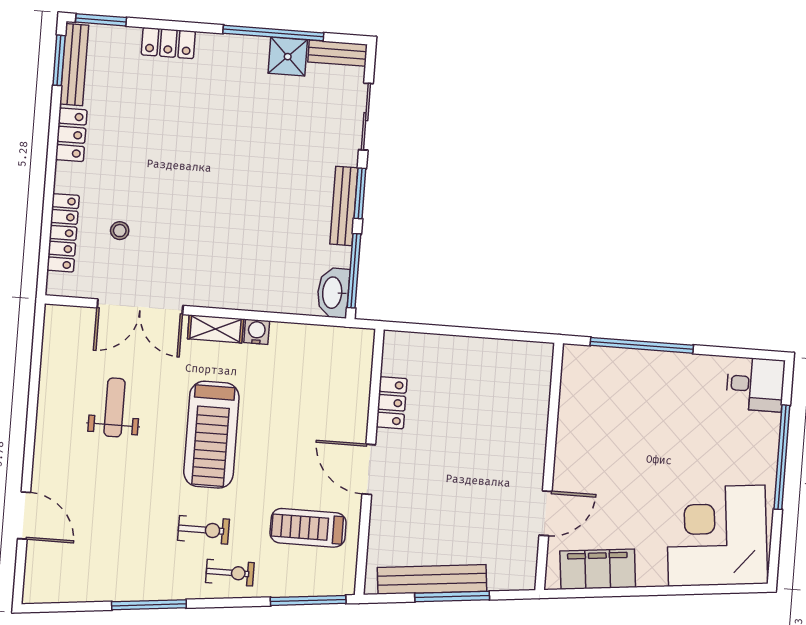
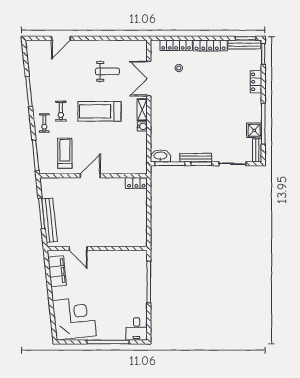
locker: (71, 135) -> (210, 46), width x1.53
locker: (392, 403) -> (136, 183), moved
bench: (432, 579) -> (50, 220), moved

